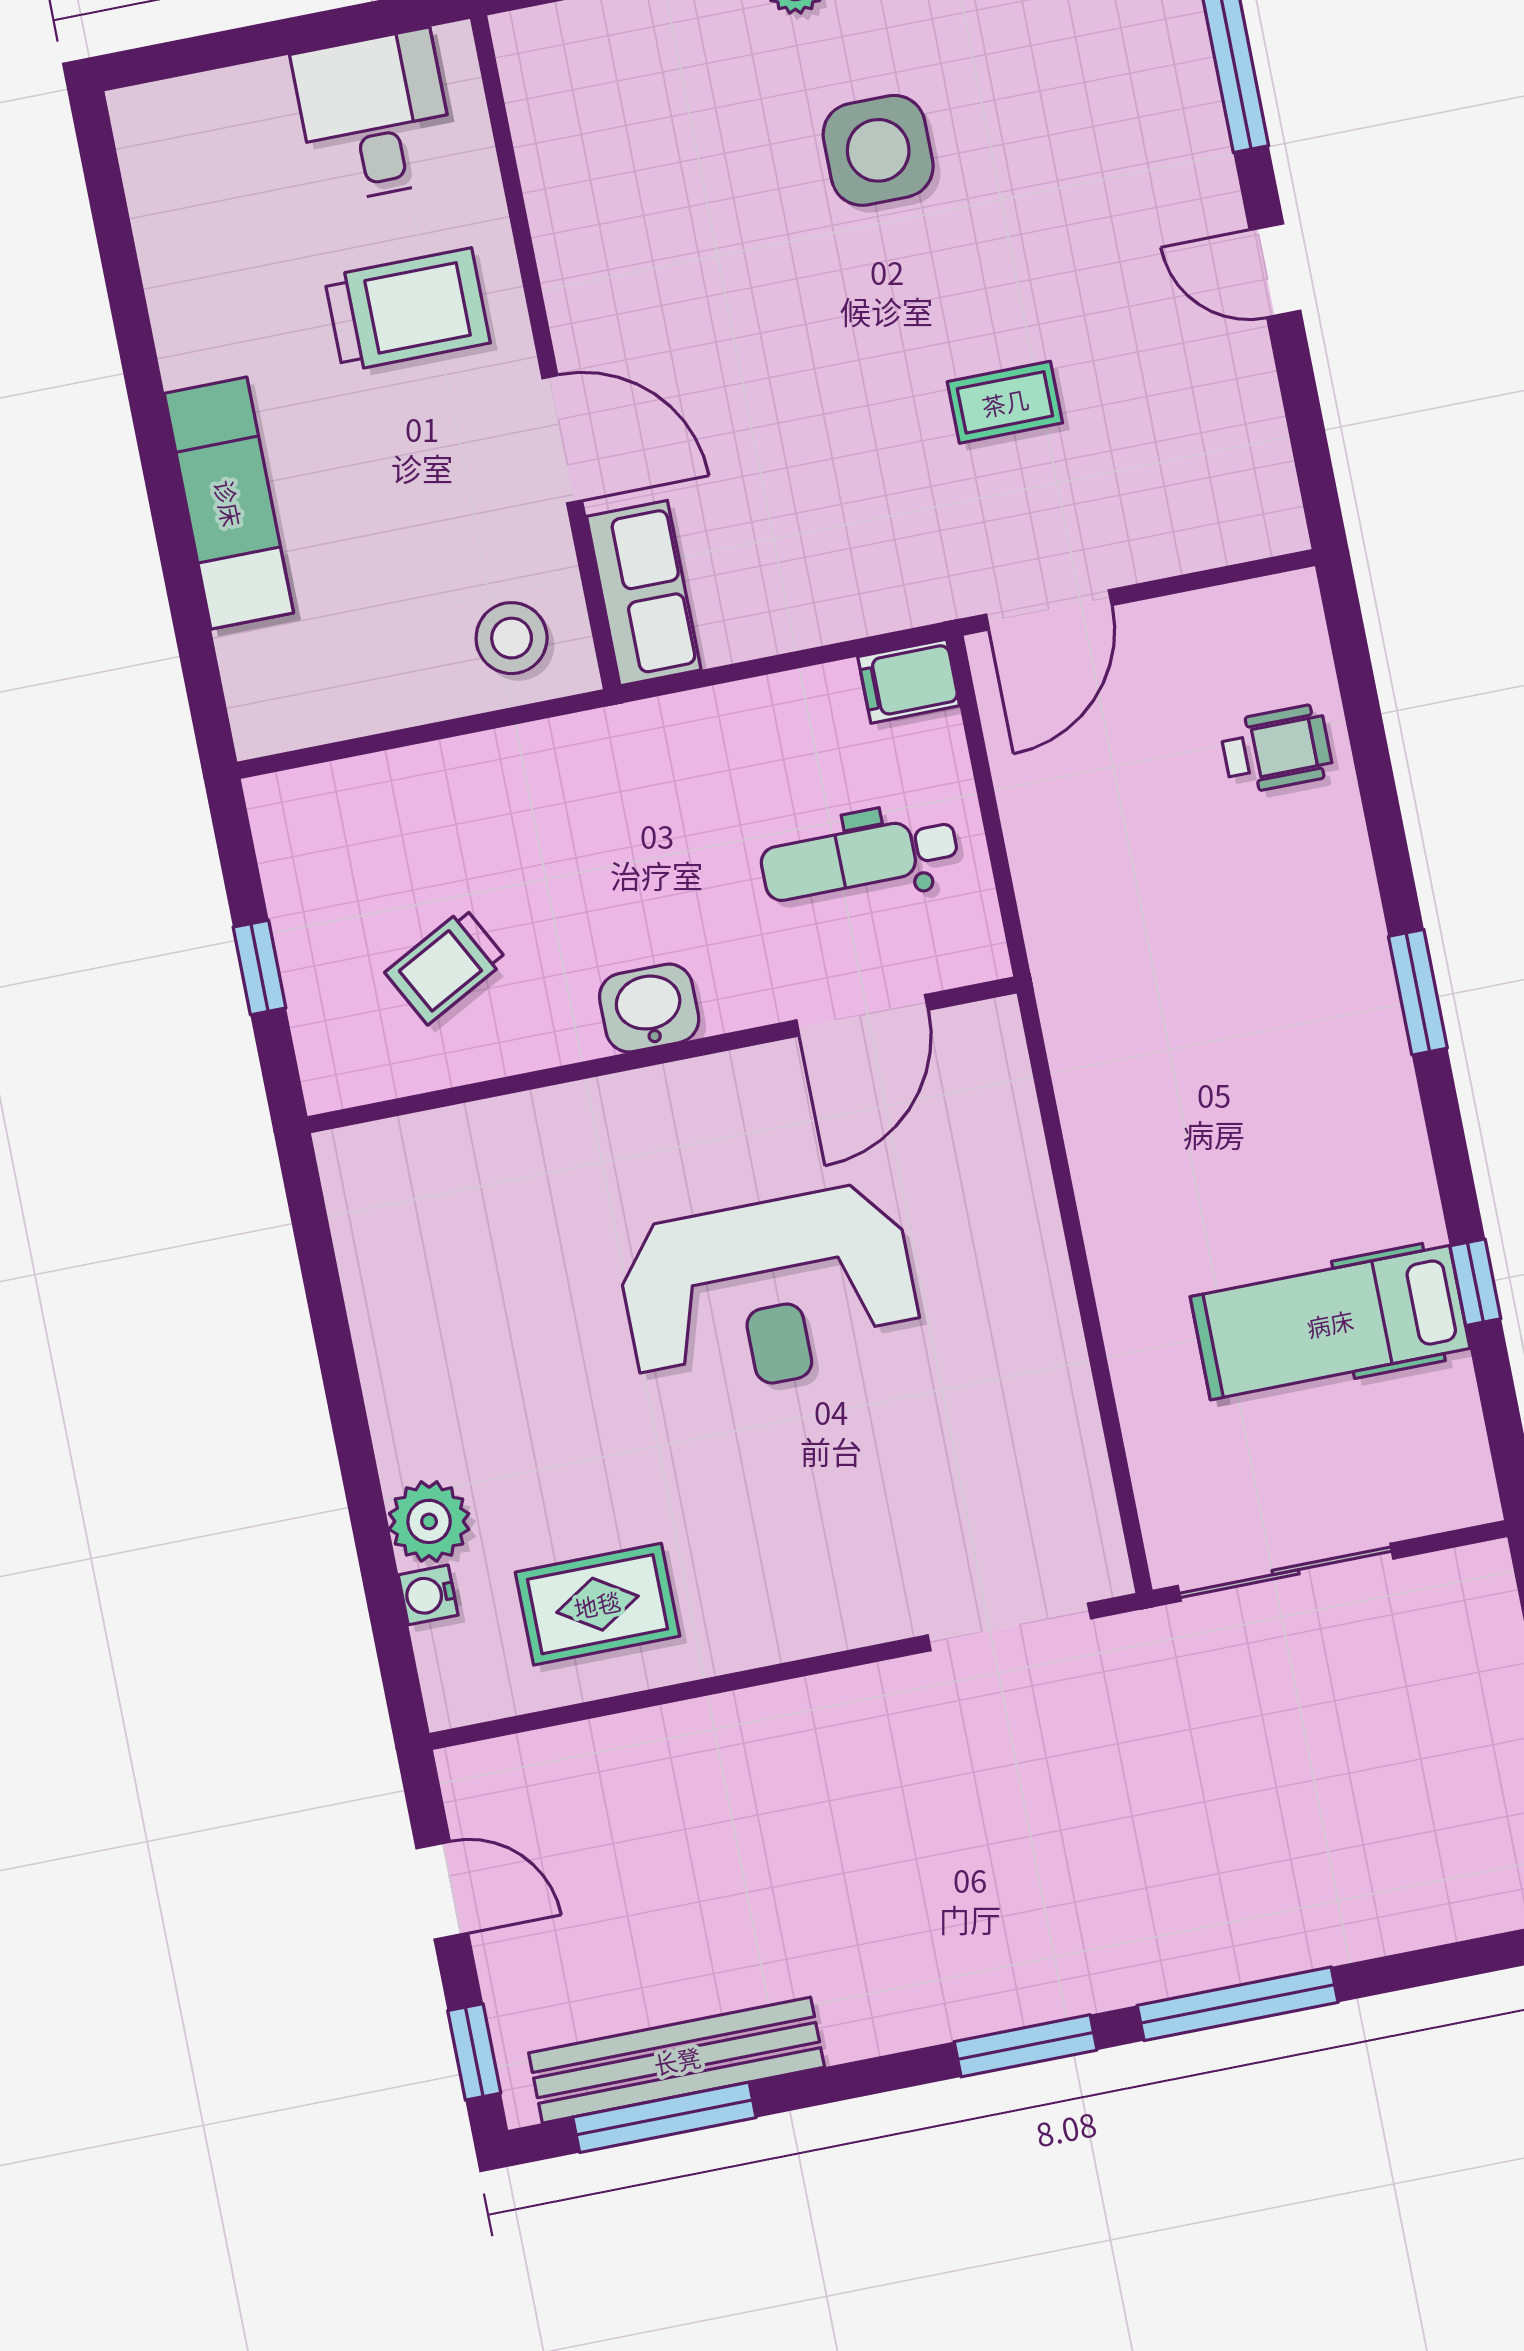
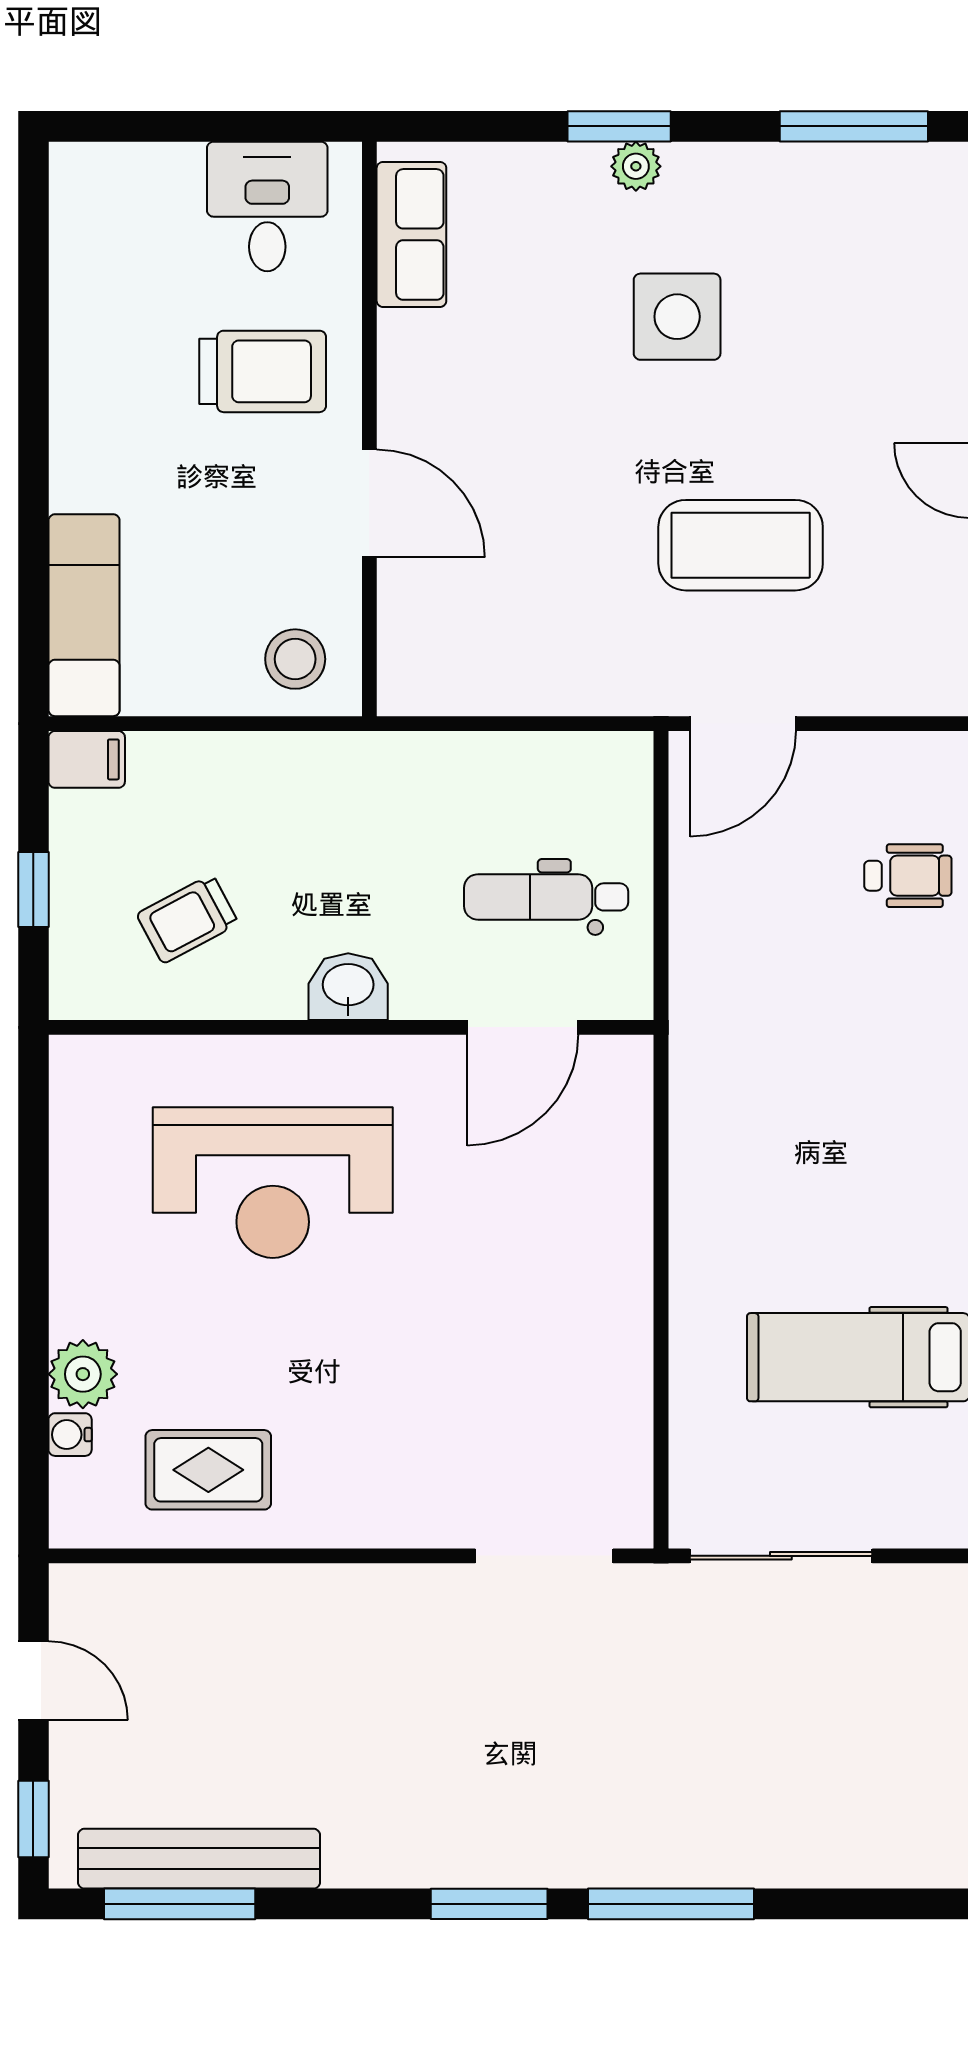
coffee table: (1005, 402) -> (741, 545), width x1.86, depth x1.72
exam couch: (229, 503) -> (84, 615), moved
row of seats: (644, 593) -> (411, 234), moved
filing cabinet: (909, 681) -> (87, 759), moved, turned 180
reception desk: (769, 1293) -> (273, 1183), moved

